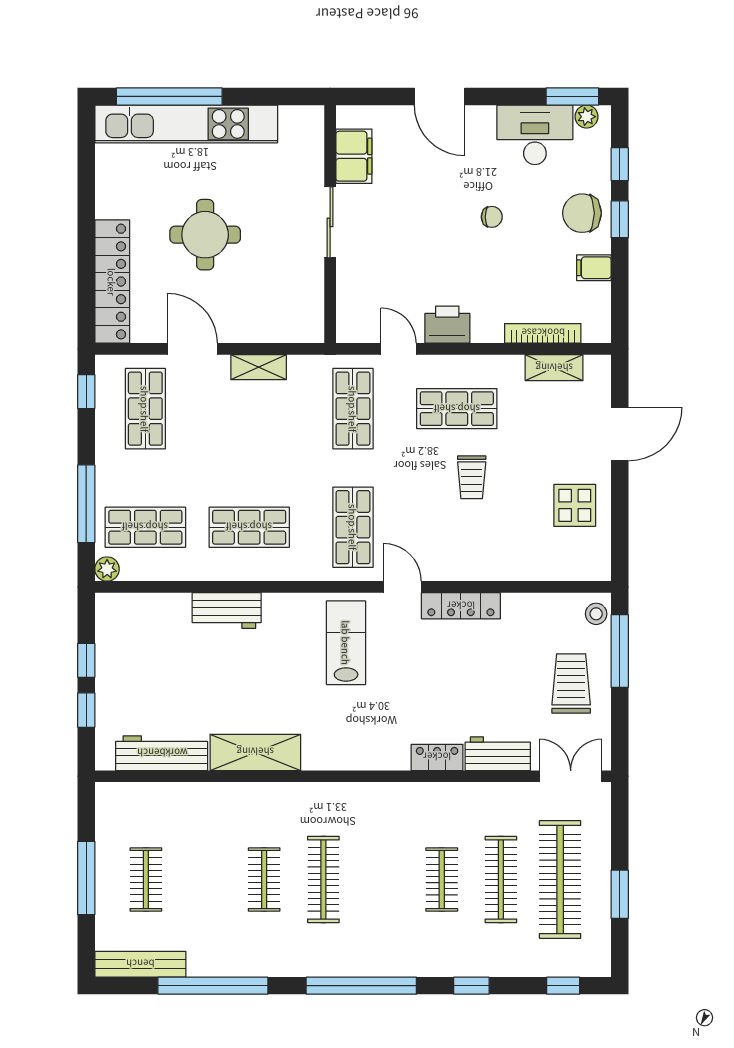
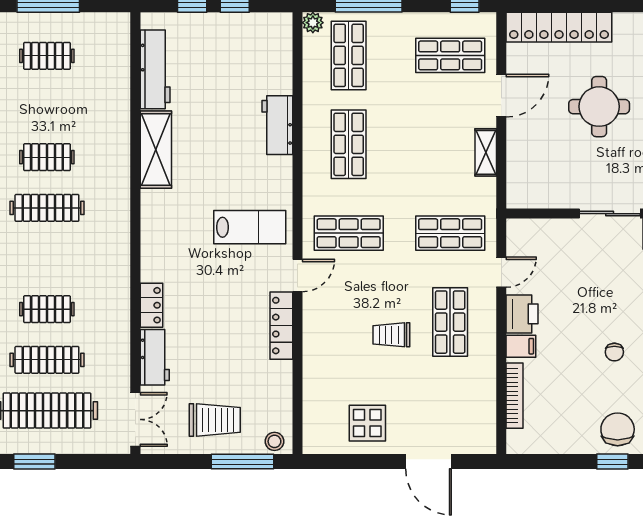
filing cabinet: (594, 268) -> (521, 346), moved, turned 90
shelving: (554, 368) -> (485, 405), removed

